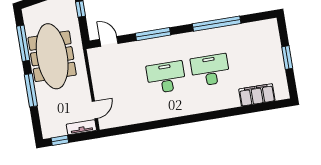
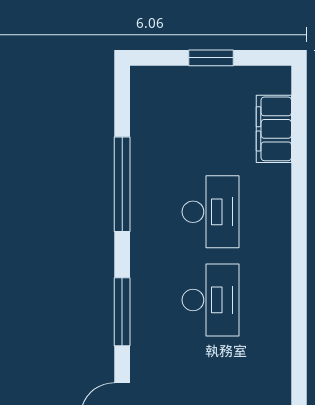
desk: (210, 70) -> (211, 212), turned 180
desk: (166, 77) -> (211, 300), turned 180

